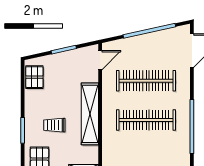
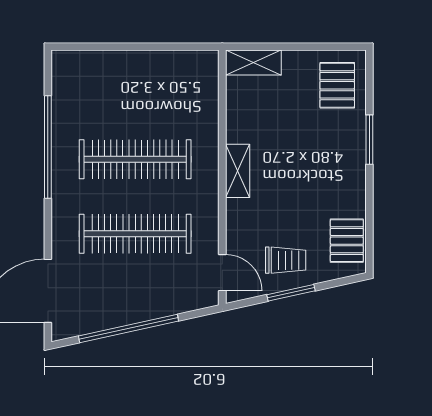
door: (100, 60) -> (222, 273), swing flipped
shelving: (90, 114) -> (238, 171), width x0.45, depth x0.75
trolley: (54, 125) -> (286, 260), moved

